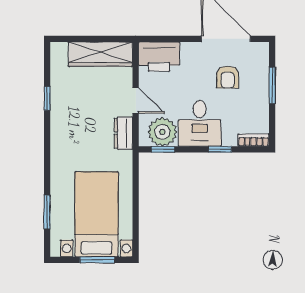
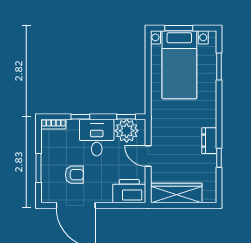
armchair: (228, 77) -> (74, 175), turned 90
dresser: (123, 133) -> (209, 141), moved, turned 180

